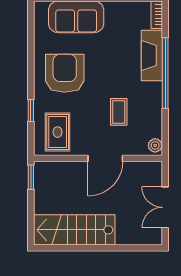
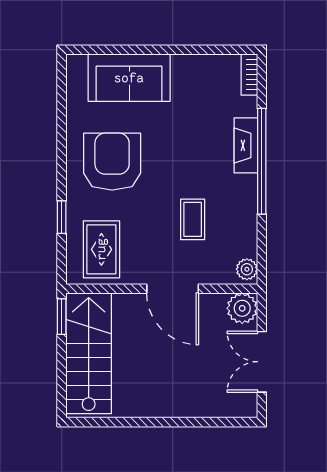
fireplace: (152, 56) -> (246, 145), width x0.73, depth x0.76
door: (105, 158) -> (173, 289), hinge flipped
plant: (152, 172) -> (242, 308), added
stairs: (74, 230) -> (89, 353), moved, turned 90

